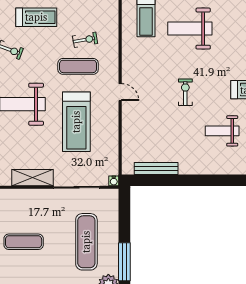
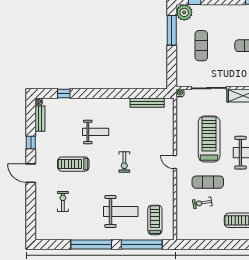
exercise mat: (86, 242) -> (201, 46), width x0.73, depth x0.69

